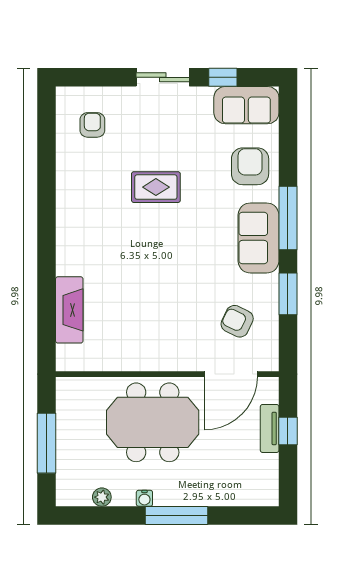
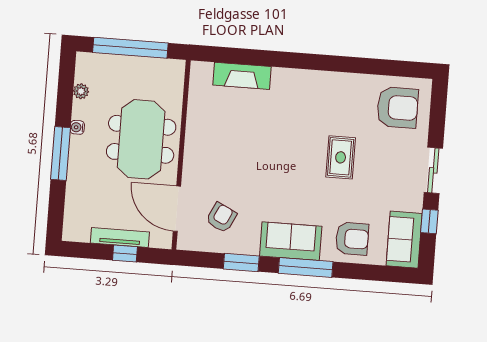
armchair: (92, 125) -> (397, 108), width x1.88, depth x1.88
tv unit: (270, 428) -> (120, 237), width x1.41
window: (46, 443) -> (130, 48), width x1.46

